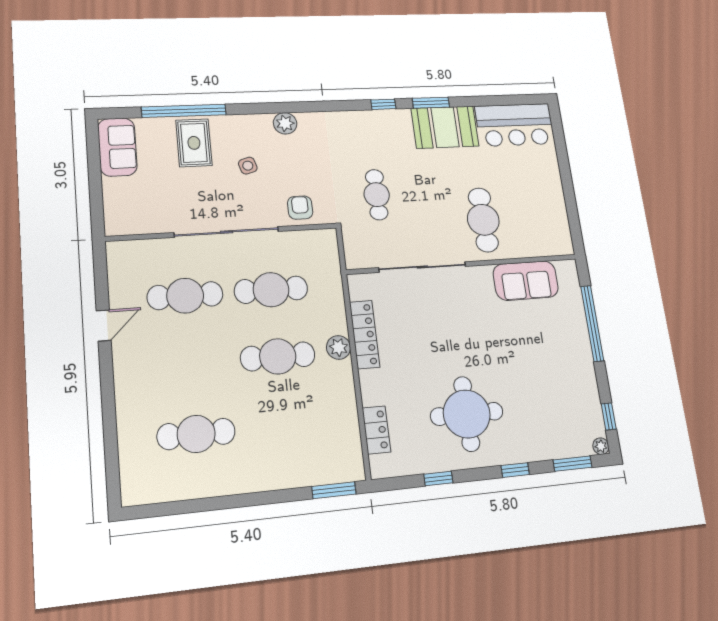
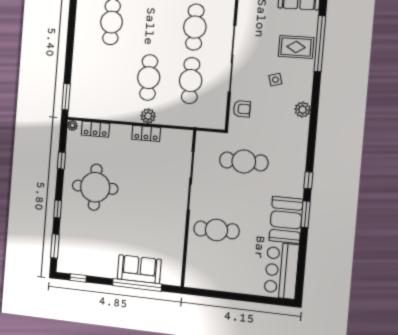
cafe table: (377, 195) -> (244, 161), width x1.37, depth x1.35
sofa: (526, 281) -> (139, 269), moved, turned 90
locker: (365, 334) -> (146, 133), width x0.66
plant: (601, 446) -> (72, 125), moved

